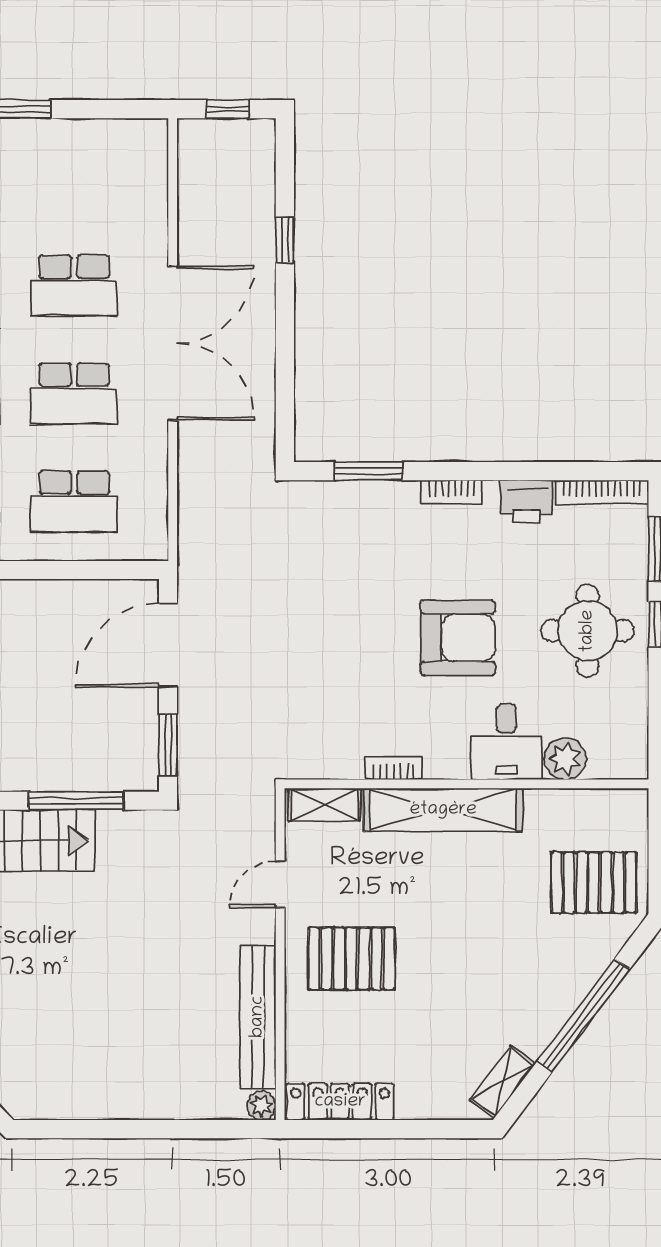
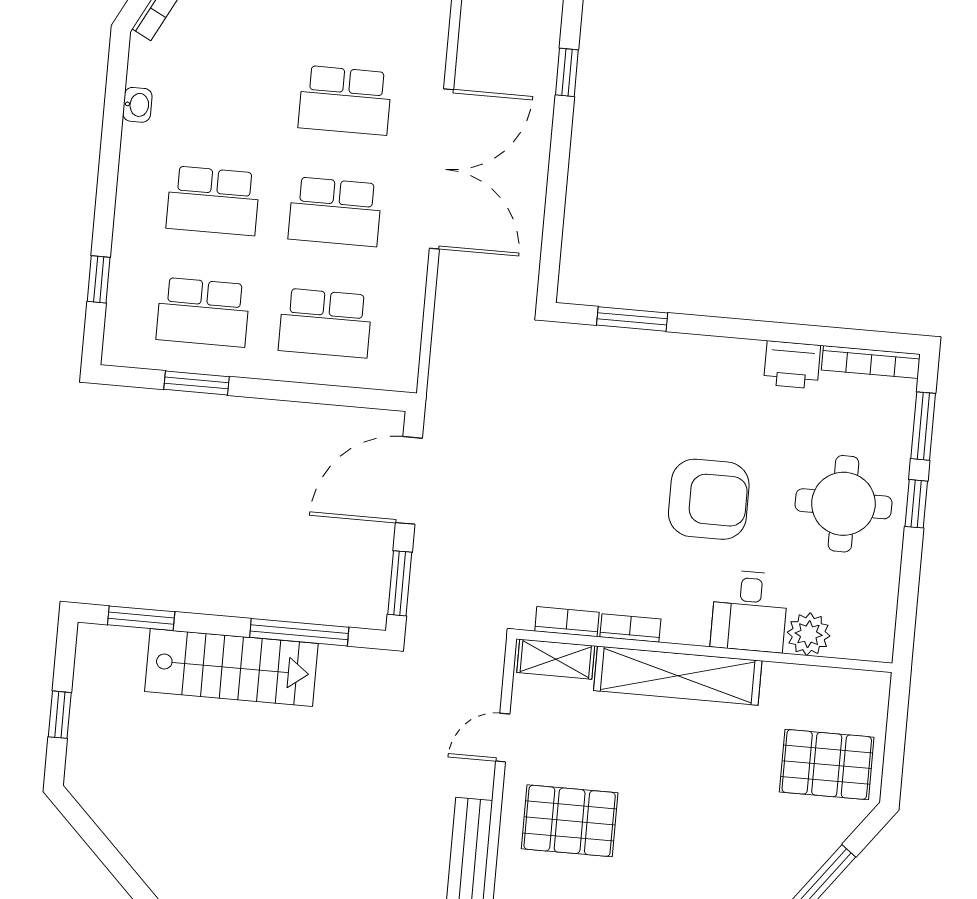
bookcase: (452, 492) -> (567, 622), moved, turned 180

